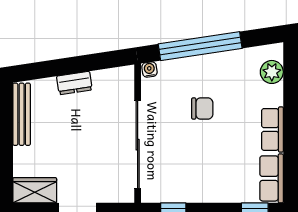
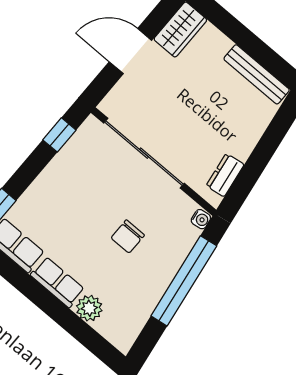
plant: (272, 72) -> (89, 308), moved
dresser: (74, 83) -> (225, 175), moved

